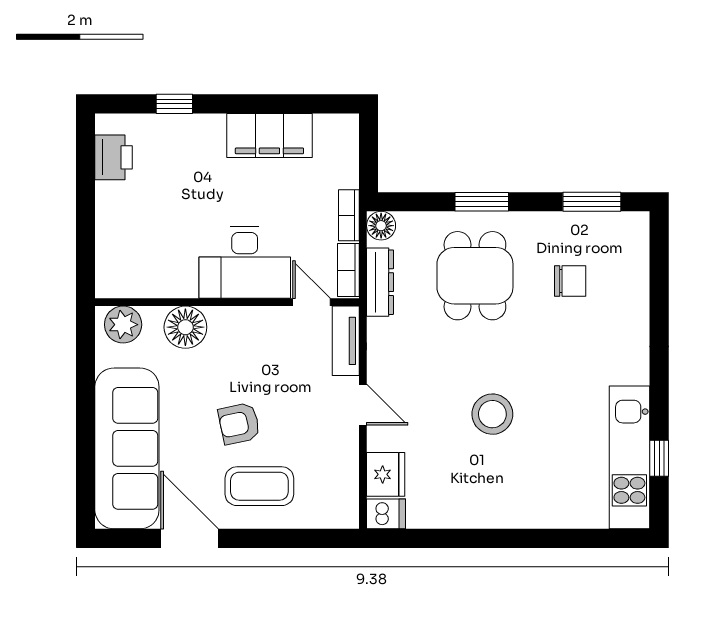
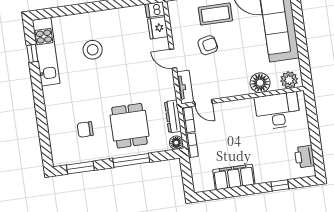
window: (482, 202) -> (131, 160), width x1.44
desk: (245, 263) -> (278, 111), moved
stool: (492, 414) -> (93, 50), moved
armchair: (239, 424) -> (208, 45), moved

